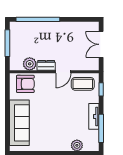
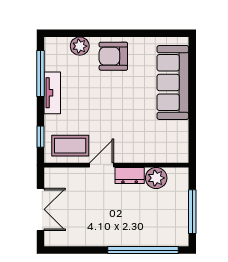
armchair: (25, 84) -> (113, 56), moved

